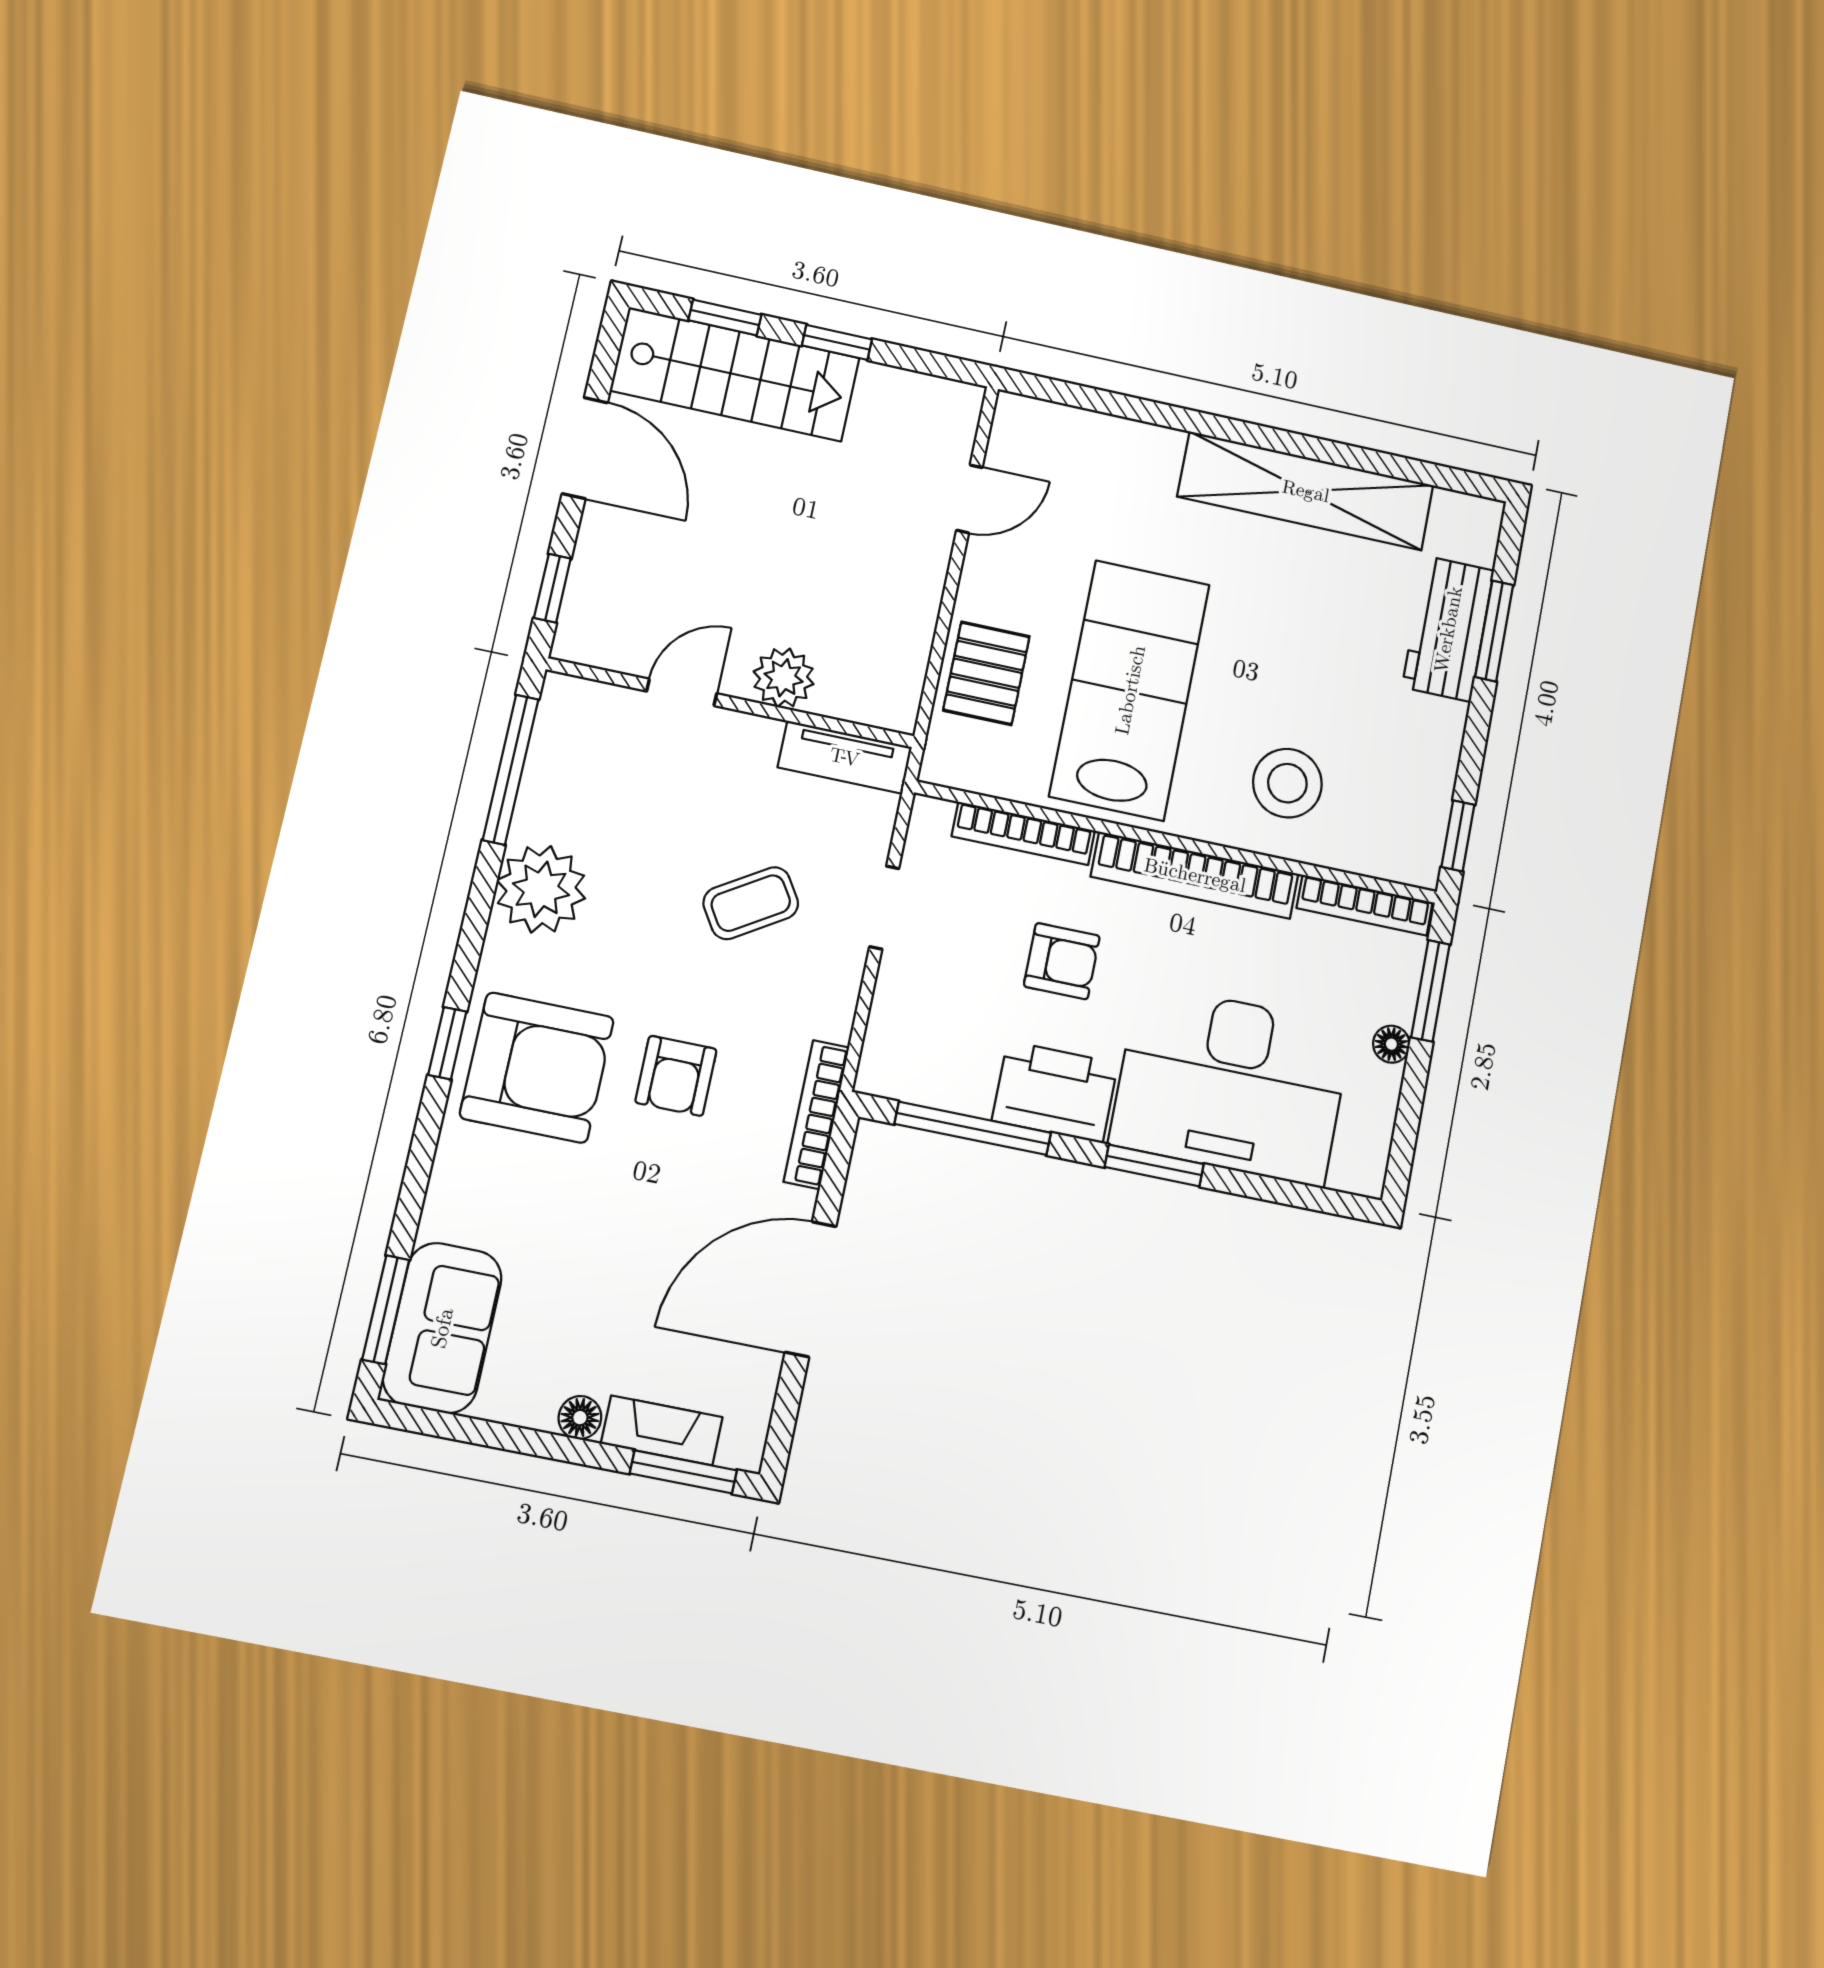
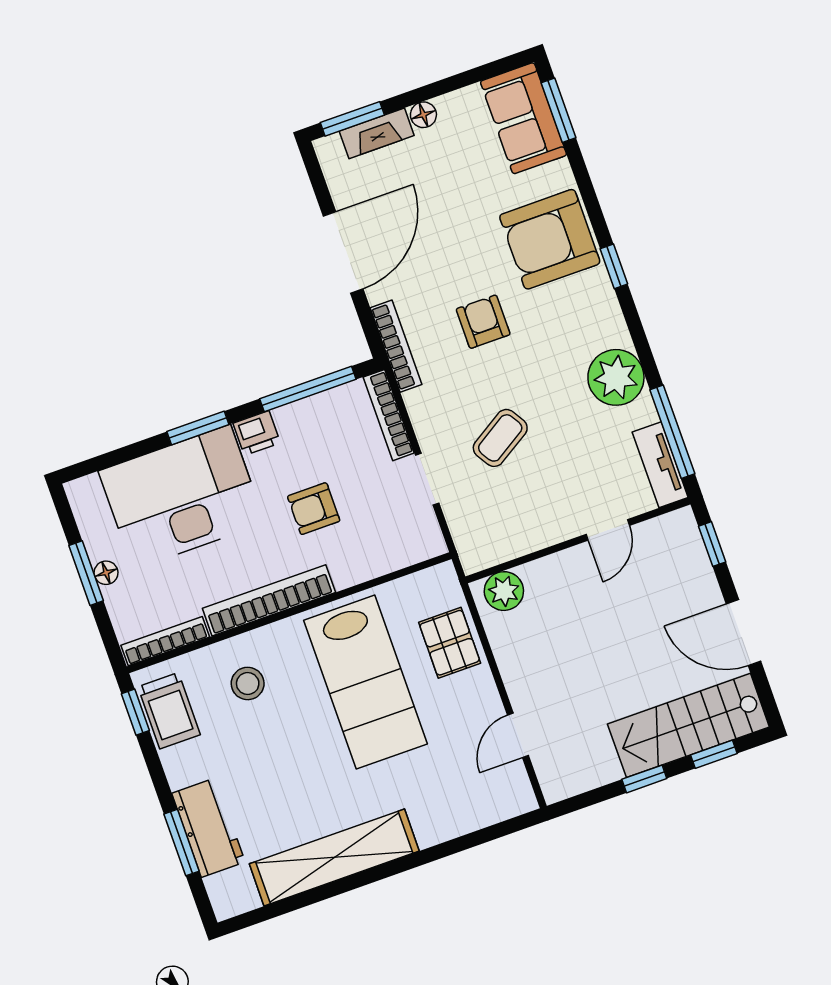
plant: (784, 678) -> (504, 591), moved
tv unit: (845, 757) -> (660, 465), moved, turned -90
stool: (1287, 783) -> (248, 683), width x0.73, depth x0.73
trolley: (1412, 811) -> (169, 711), added
bookcase: (1023, 833) -> (389, 415), moved, turned -90
window: (1431, 991) -> (86, 573), moved
armchair: (537, 1068) -> (550, 239), moved
printer: (1055, 1092) -> (257, 433), width x0.53, depth x0.68

